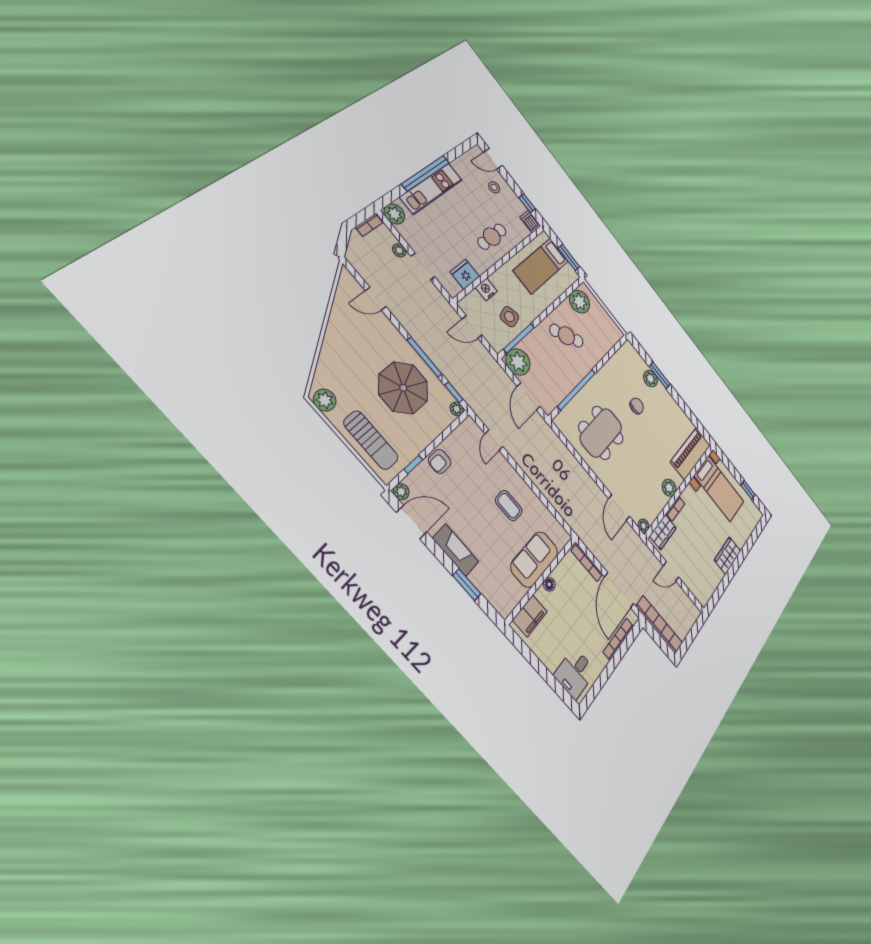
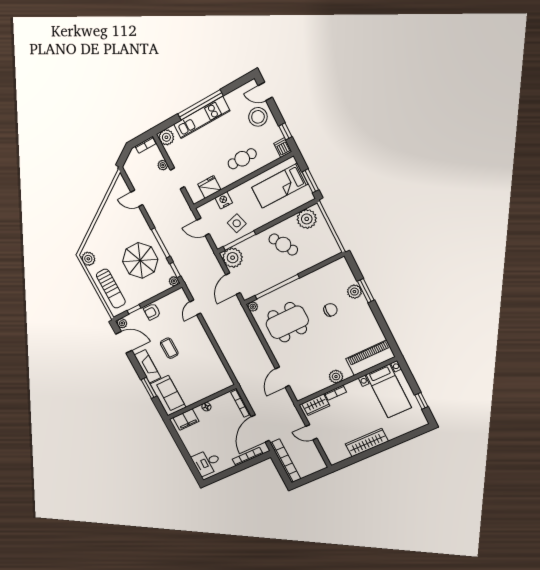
stool: (494, 187) -> (258, 117), width x1.89, depth x1.89
coffee table: (509, 506) -> (169, 348), moved
plant: (644, 526) -> (253, 307), moved
wardrobe: (728, 556) -> (367, 443), width x1.50
sofa: (534, 559) -> (168, 396), moved, turned 90

